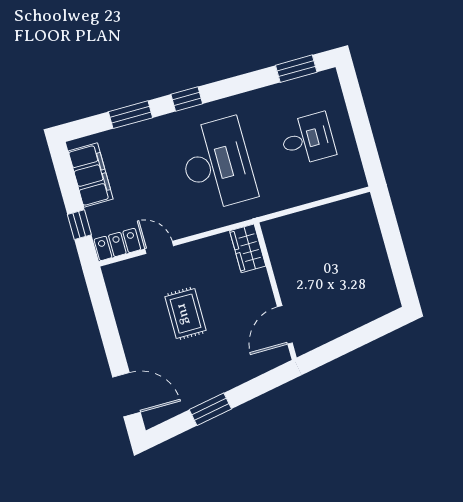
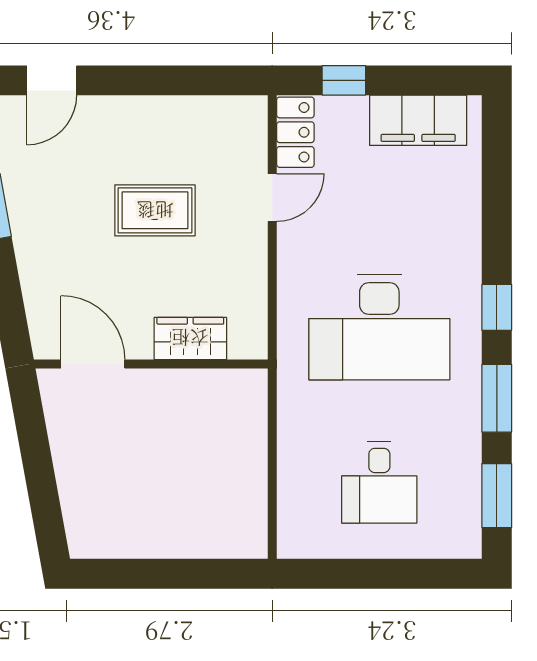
window: (131, 115) -> (497, 398), moved
wardrobe: (248, 248) -> (190, 338), moved
door: (126, 395) -> (52, 80), width x0.73

